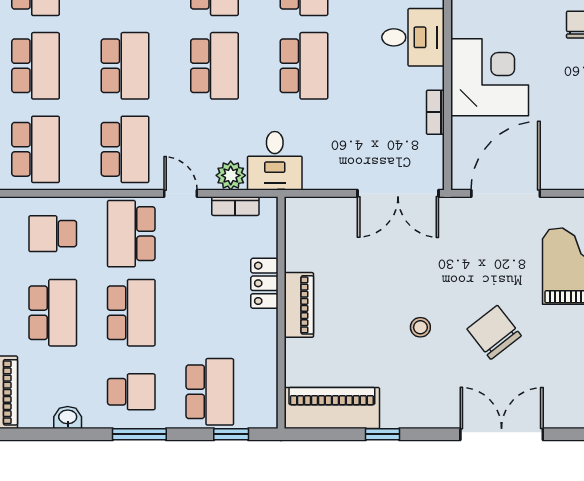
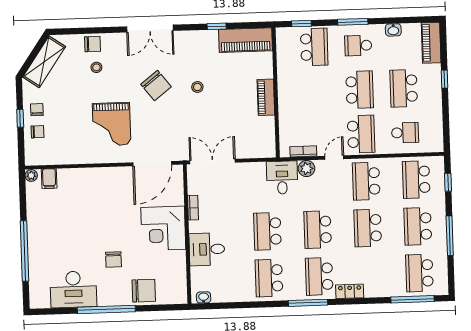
door: (180, 193) -> (334, 158), swing flipped
locker: (264, 283) -> (286, 109), removed
school desk: (131, 313) -> (360, 90), turned 180
school desk: (210, 392) -> (314, 47), turned 180

